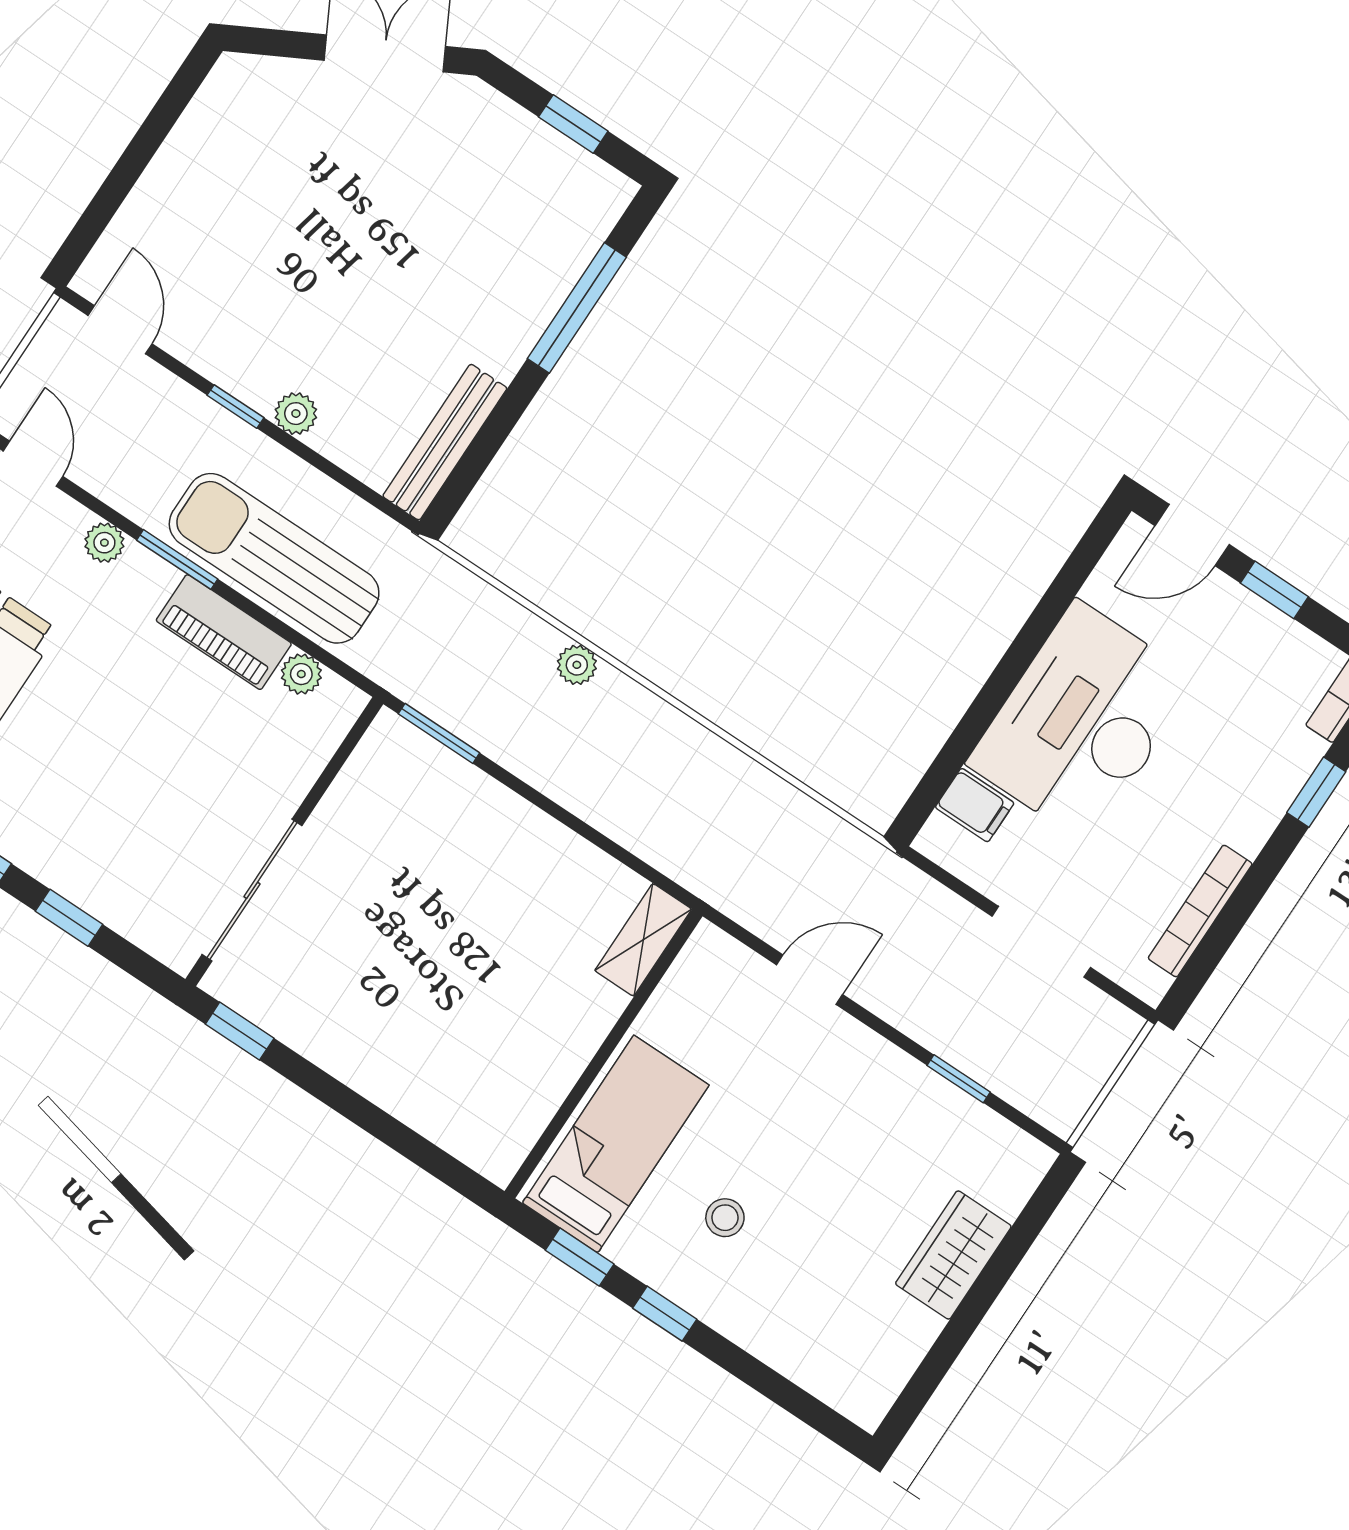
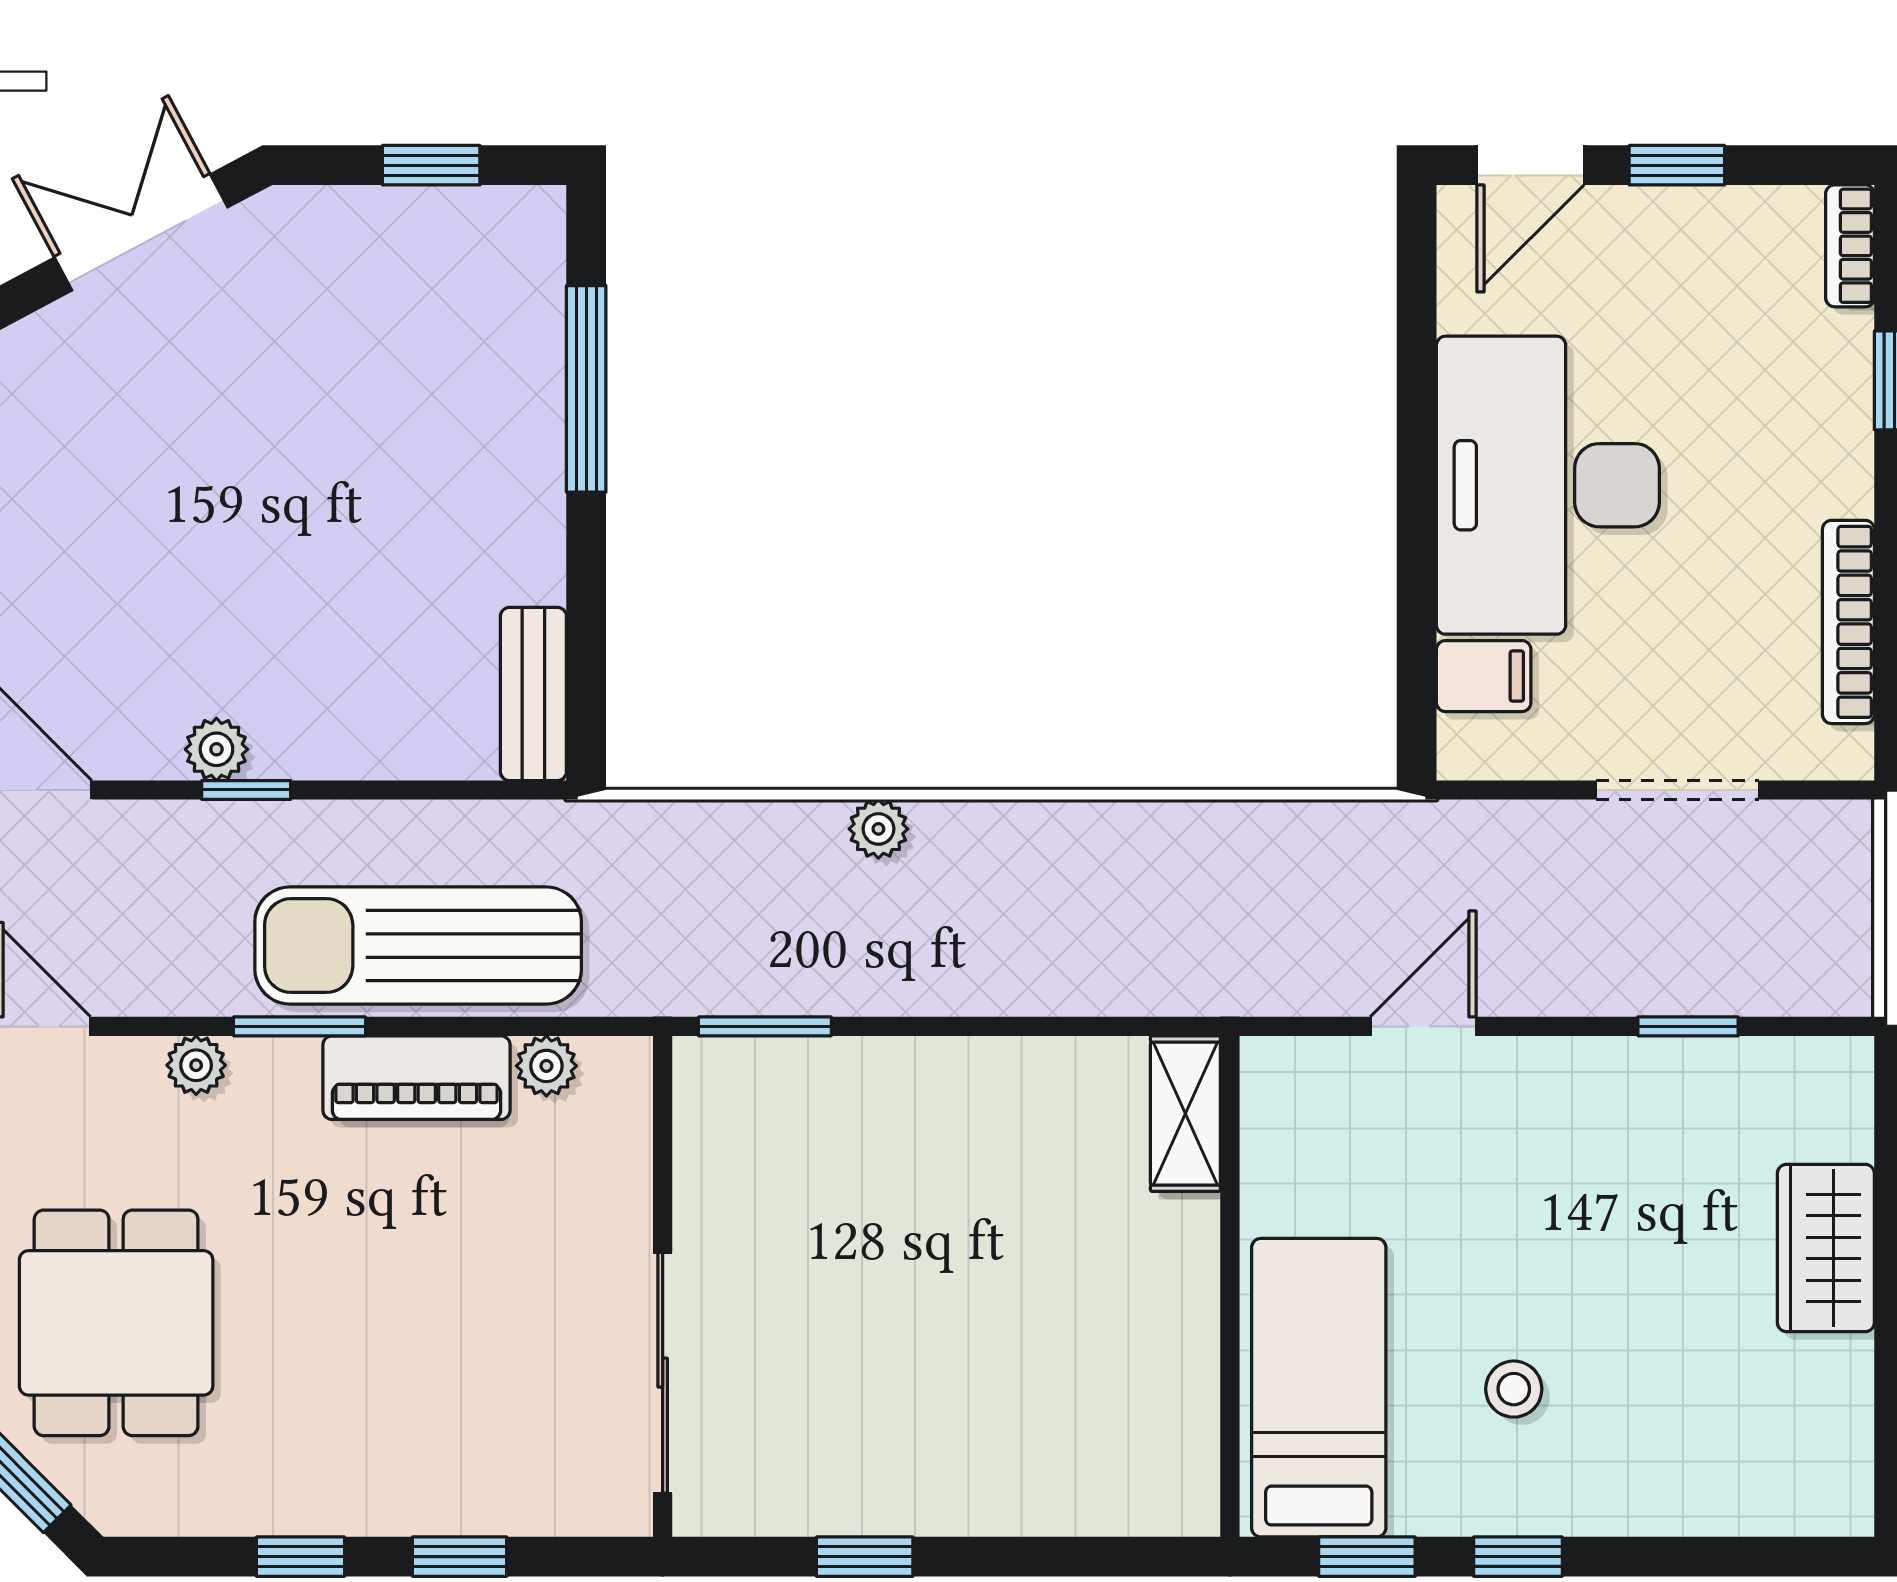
plant: (296, 414) -> (216, 749), moved
bench: (445, 442) -> (533, 694), width x0.73
window: (240, 1031) -> (865, 1557), moved

